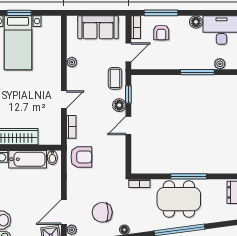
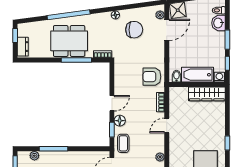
window: (189, 176) -> (76, 60), moved

